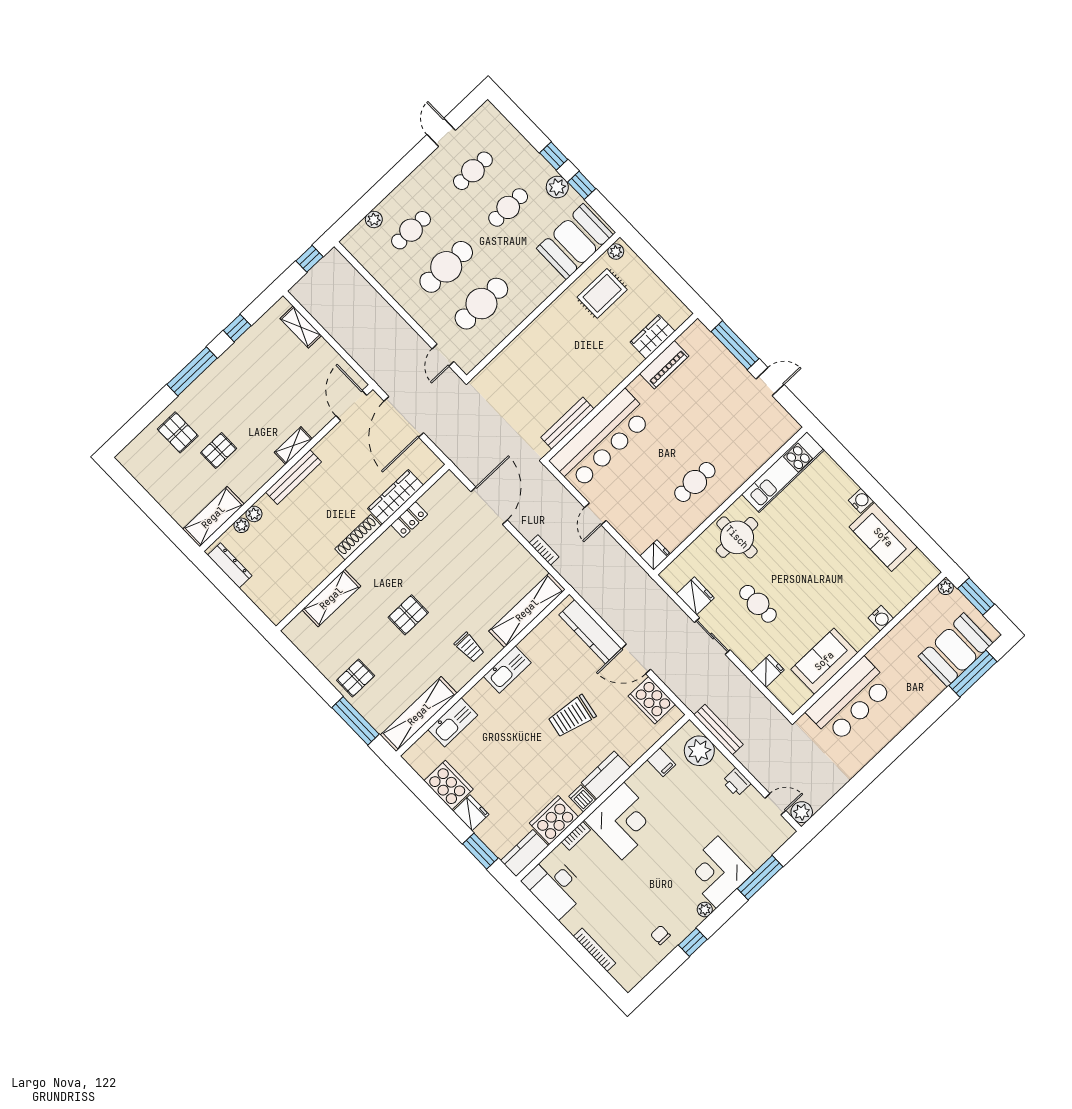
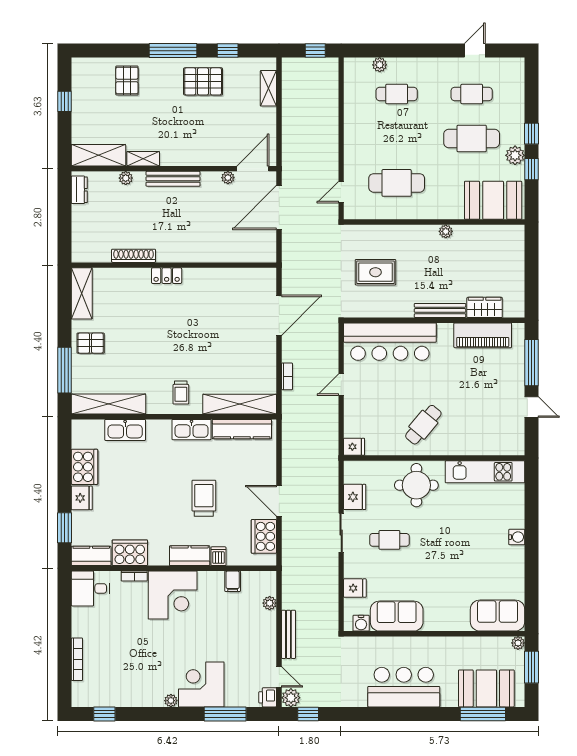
cafe table: (508, 207) -> (472, 138), width x1.37, depth x1.35
plant: (616, 252) -> (446, 231), moved
cafe table: (446, 267) -> (397, 138), removed
rug: (602, 293) -> (375, 272), moved
piano: (664, 365) -> (483, 335), width x1.37, depth x1.33
bench: (567, 423) -> (440, 310), moved
shelving: (293, 446) -> (143, 159), moved
pallet: (219, 451) -> (203, 81), moved, width x1.50, depth x1.42
cafe table: (695, 482) -> (423, 425), turned -50
wardrobe: (395, 497) -> (225, 253), removed
window: (143, 499) -> (65, 101), added
locker: (409, 520) -> (167, 276), moved
plant: (241, 525) -> (228, 178), moved
shoe rack: (358, 537) -> (134, 256), moved
sofa: (883, 537) -> (498, 616), moved, turned 90
dresser: (230, 565) -> (79, 190), width x0.70
shelving: (331, 598) -> (82, 293), moved, turned 90
cafe table: (758, 604) -> (389, 540), turned 90
pallet: (408, 615) -> (162, 335), removed
water cooler: (881, 618) -> (361, 623), moved
kitchen counter: (590, 632) -> (242, 429), moved, turned -90
bar counter: (850, 700) -> (404, 687), moved, turned 180
trolley: (572, 716) -> (204, 498), turned 79
bench: (719, 730) -> (288, 634), moved
plant: (699, 751) -> (270, 603), width x0.53, depth x0.53
printer: (736, 782) -> (268, 697), moved
dishwasher: (582, 798) -> (218, 556), moved
window: (829, 812) -> (308, 714), added
desk: (555, 886) -> (90, 588), width x0.73
chair: (660, 935) -> (127, 690), removed
window: (693, 942) -> (104, 714), moved

